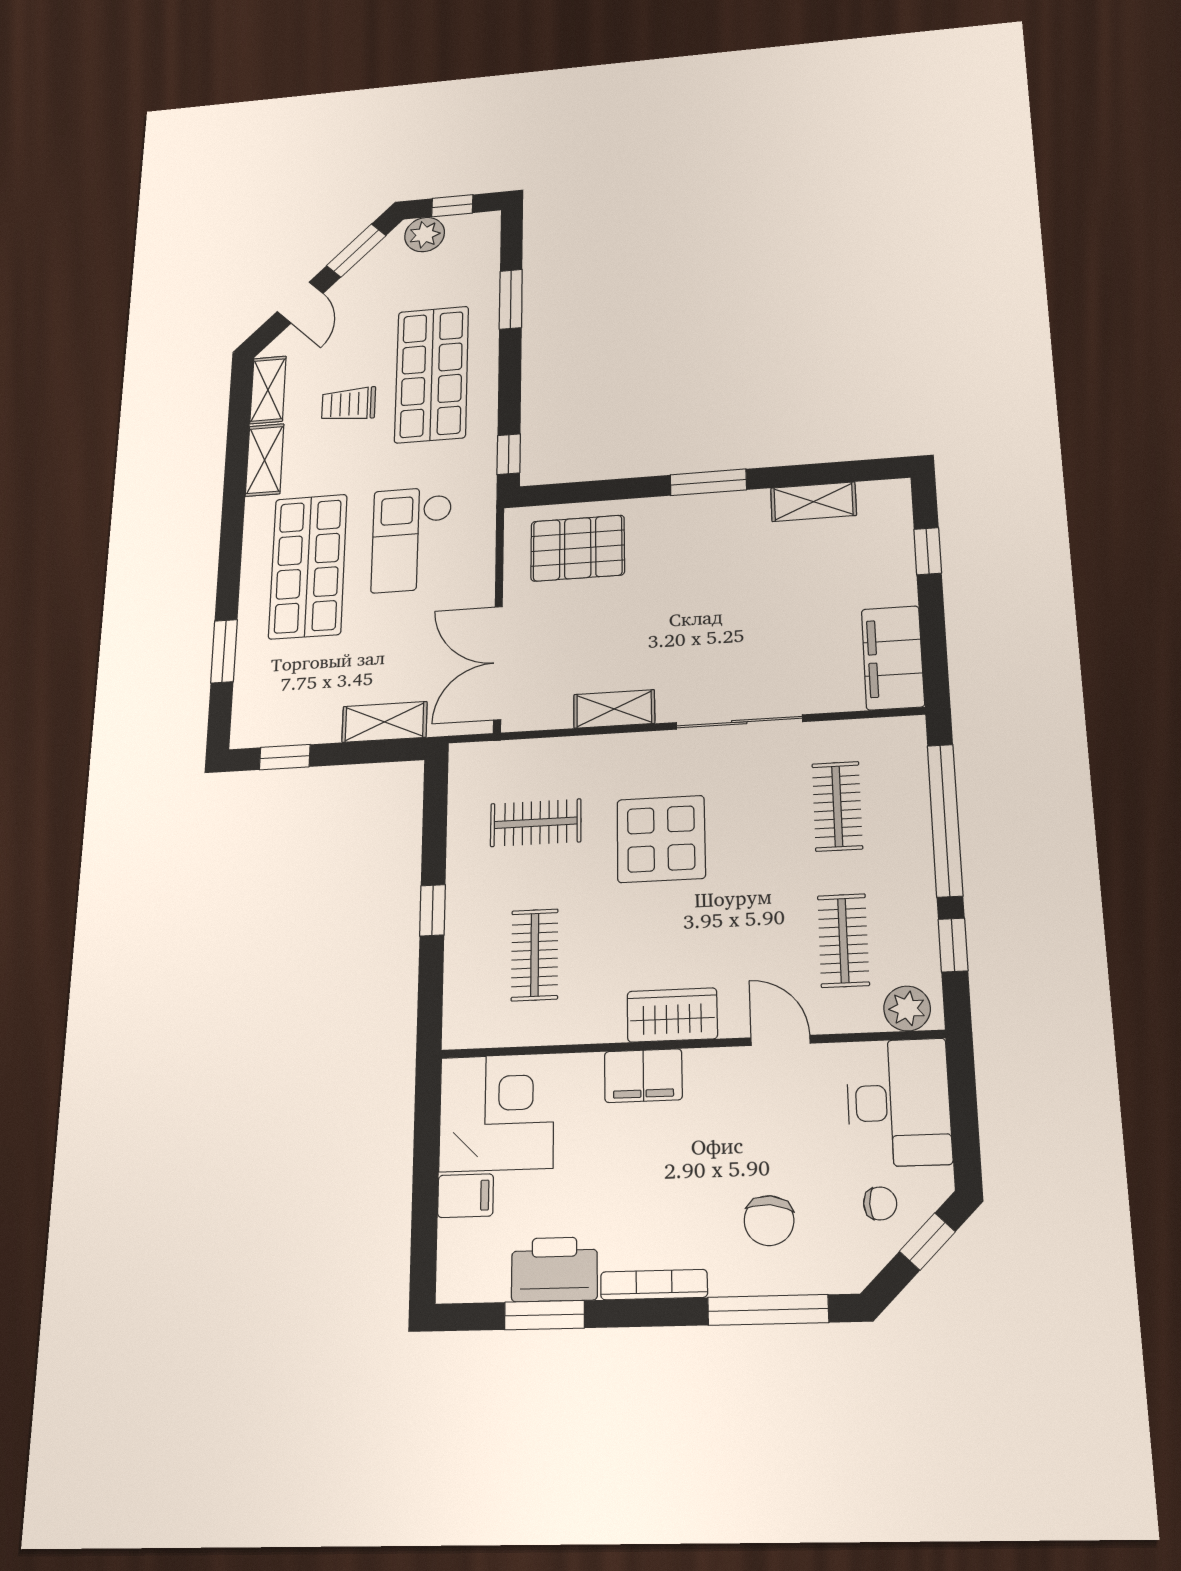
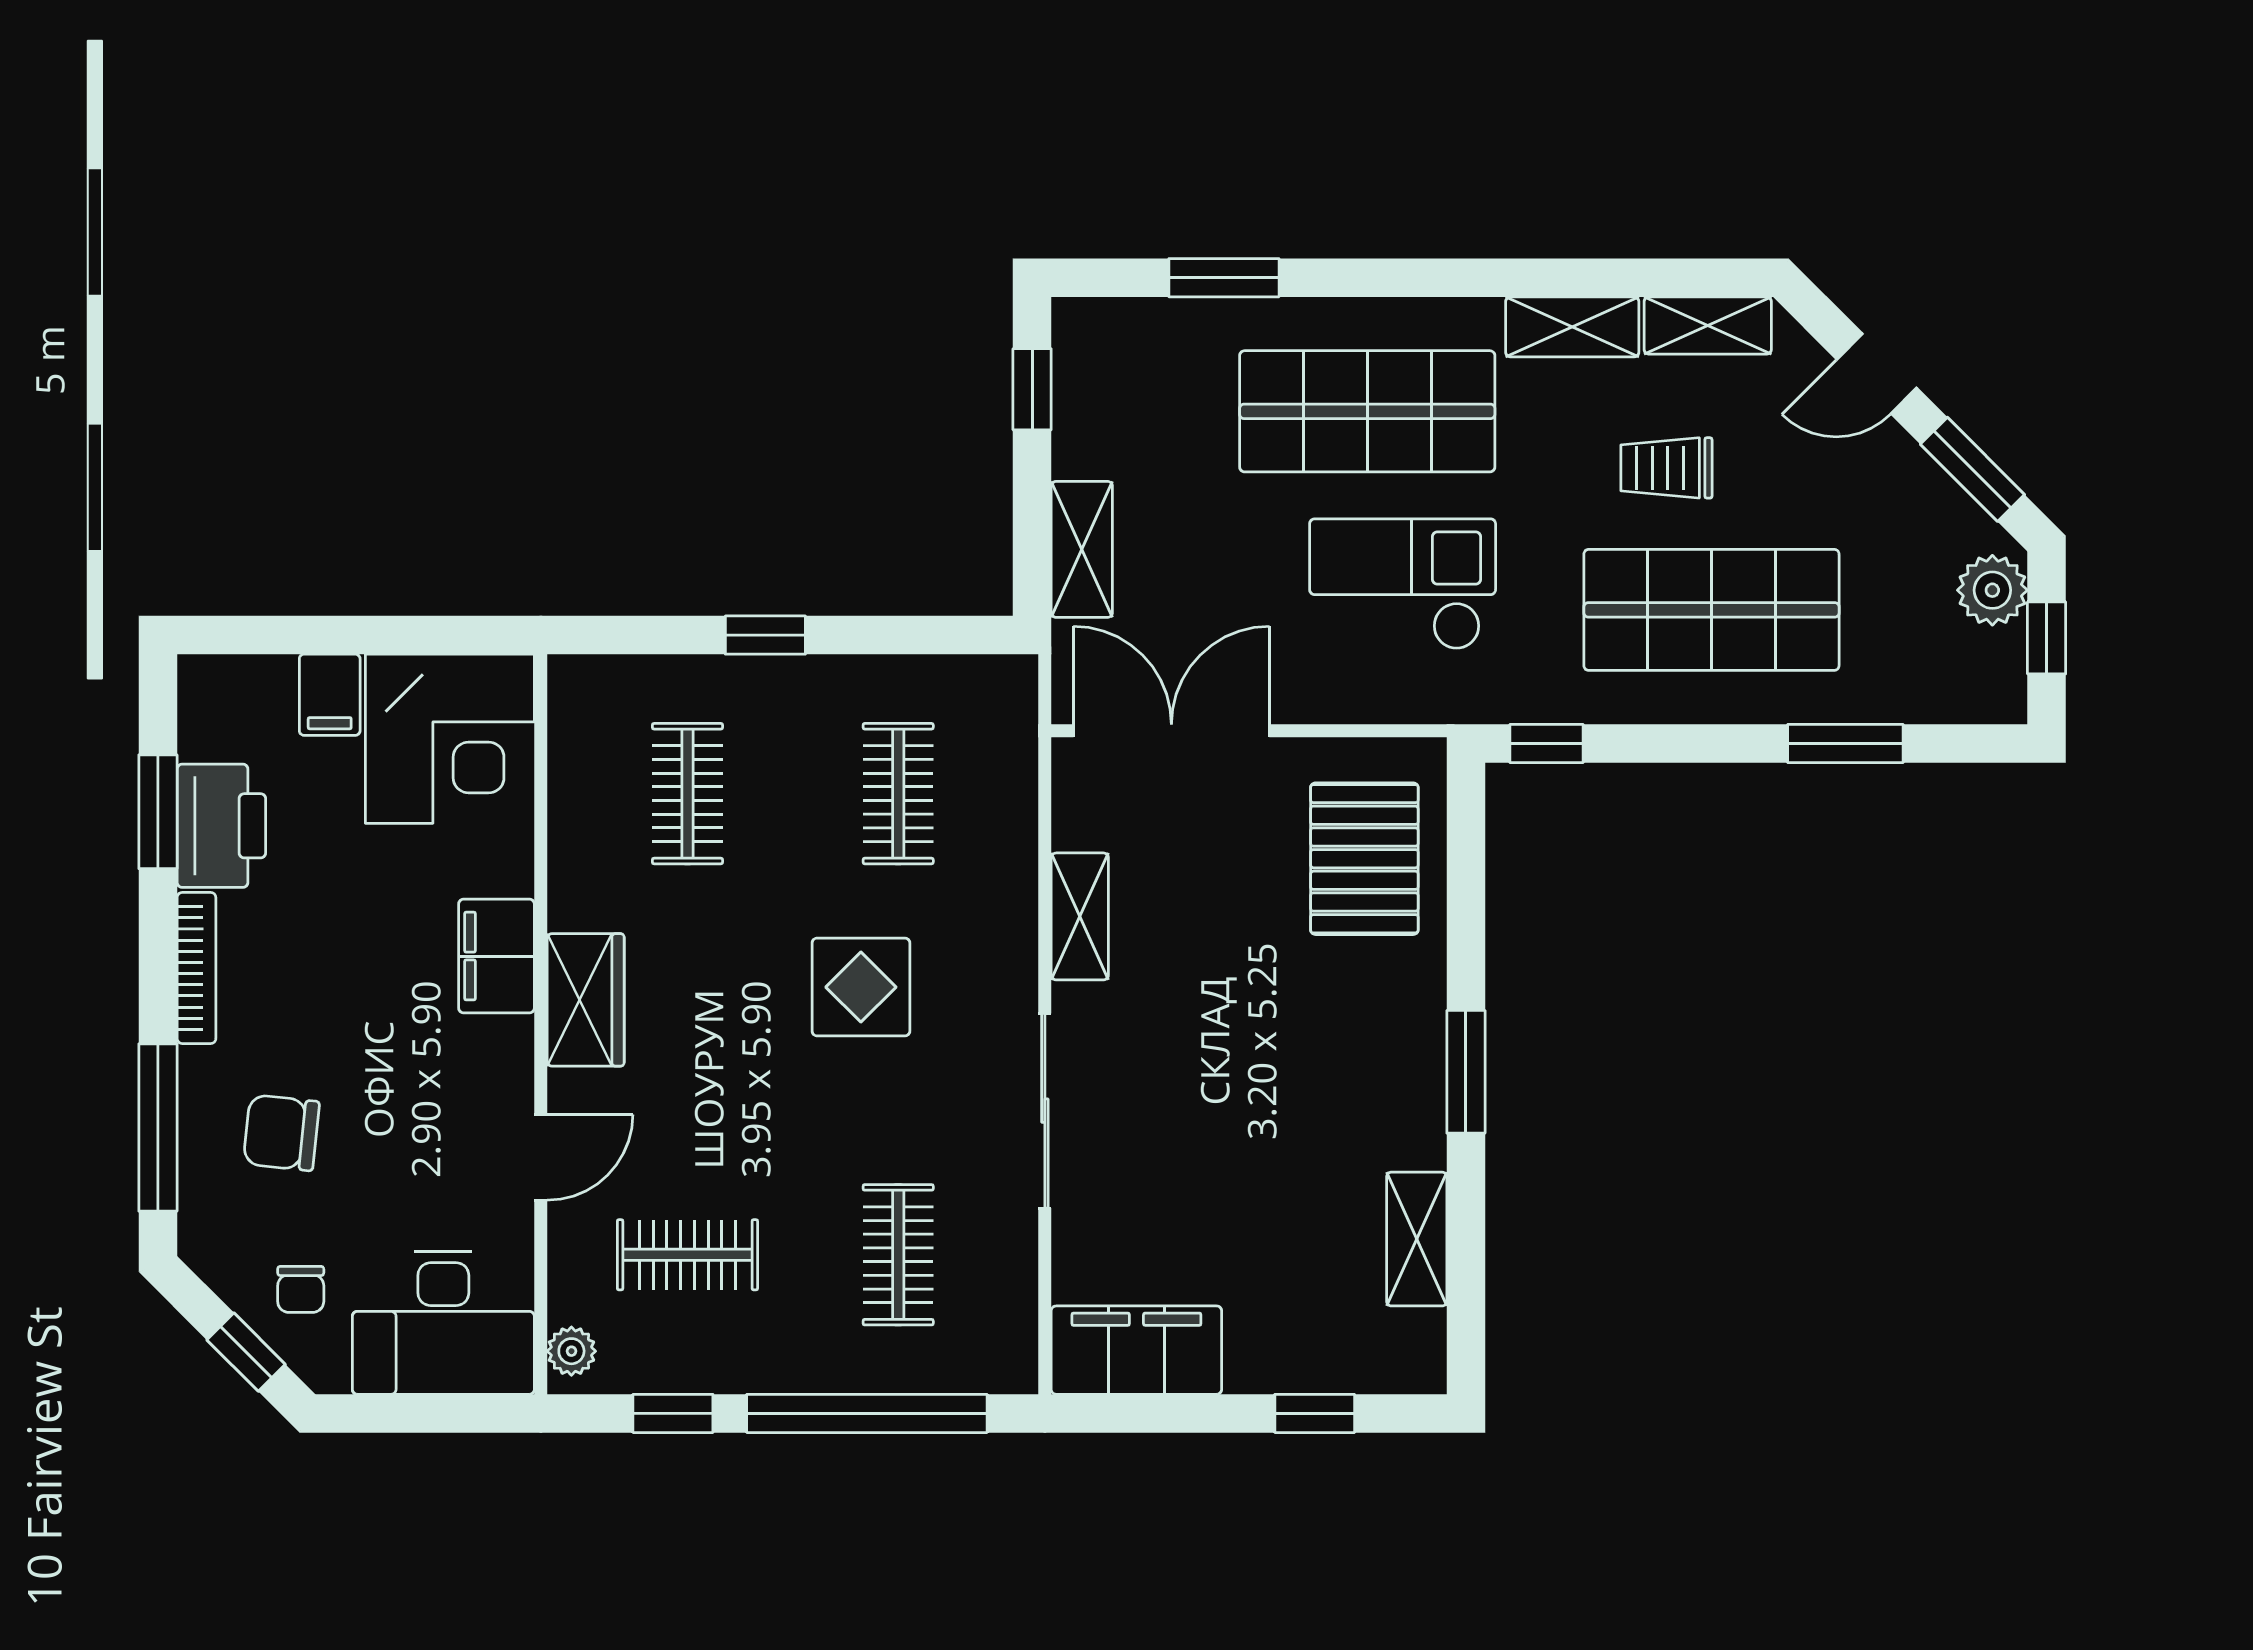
trolley: (349, 404) -> (1666, 468), turned -90
clothes rail: (837, 806) -> (898, 1255), turned 90
display table: (661, 839) -> (861, 987), width x0.73, depth x0.73
clothes rail: (535, 955) -> (687, 794), turned 90
plant: (907, 1009) -> (571, 1351), width x0.73, depth x0.73

